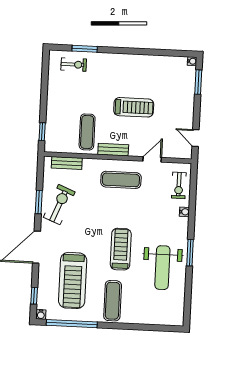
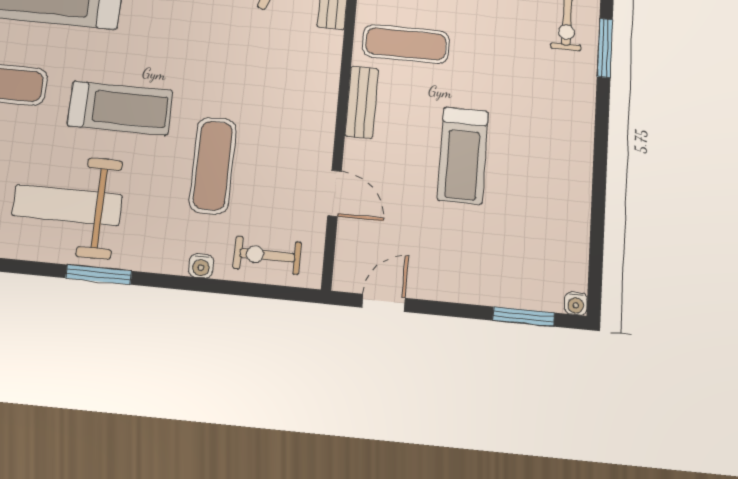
exercise mat: (121, 180) -> (213, 166), moved

